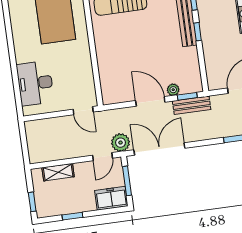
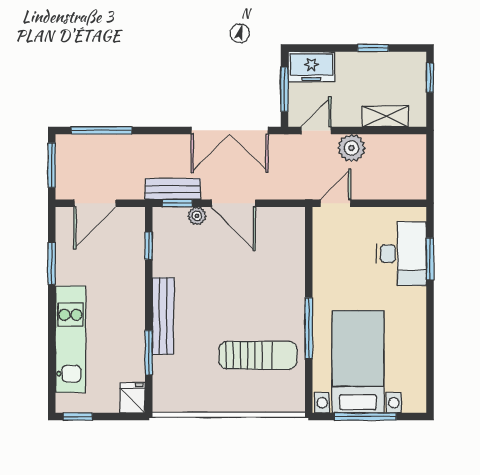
window: (89, 26) -> (309, 328), added
window: (198, 32) -> (149, 246), moved
window: (16, 82) -> (430, 259), added
door: (83, 111) -> (335, 203), hinge flipped
plant: (120, 143) -> (352, 148), moved

